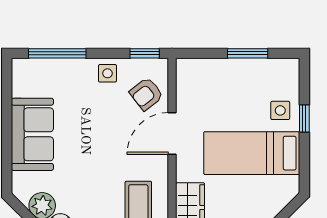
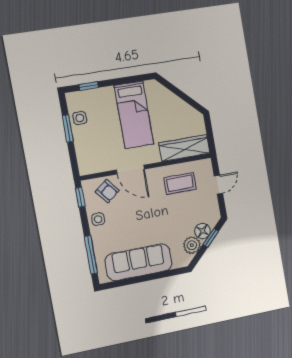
side table: (280, 110) -> (80, 118), moved
window: (304, 118) -> (89, 86), moved
sofa: (32, 134) -> (139, 262), width x1.36

